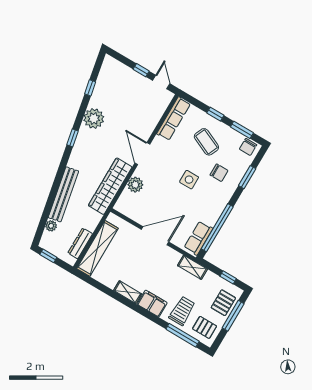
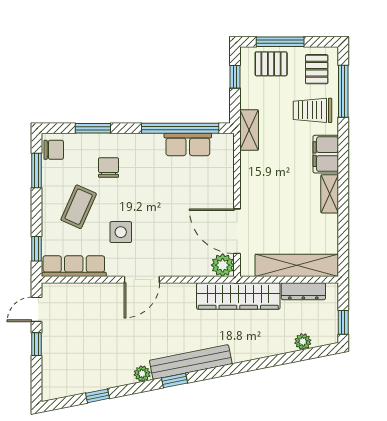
window: (215, 114) -> (36, 249), moved
plant: (94, 118) -> (142, 374), width x0.53, depth x0.53
side table: (189, 180) -> (121, 232), moved
plant: (135, 185) -> (223, 265), moved
wardrobe: (110, 186) -> (238, 296), moved
bench: (63, 194) -> (191, 362), moved
door: (155, 236) -> (237, 231), moved
row of seats: (198, 238) -> (188, 144), moved

